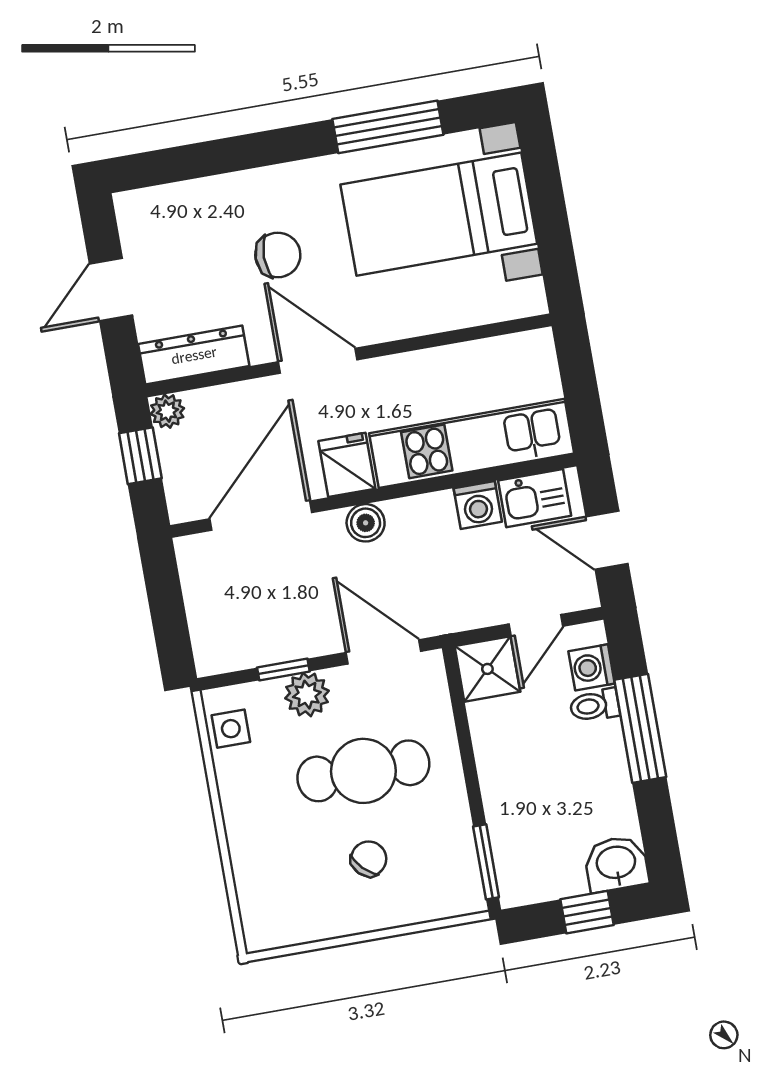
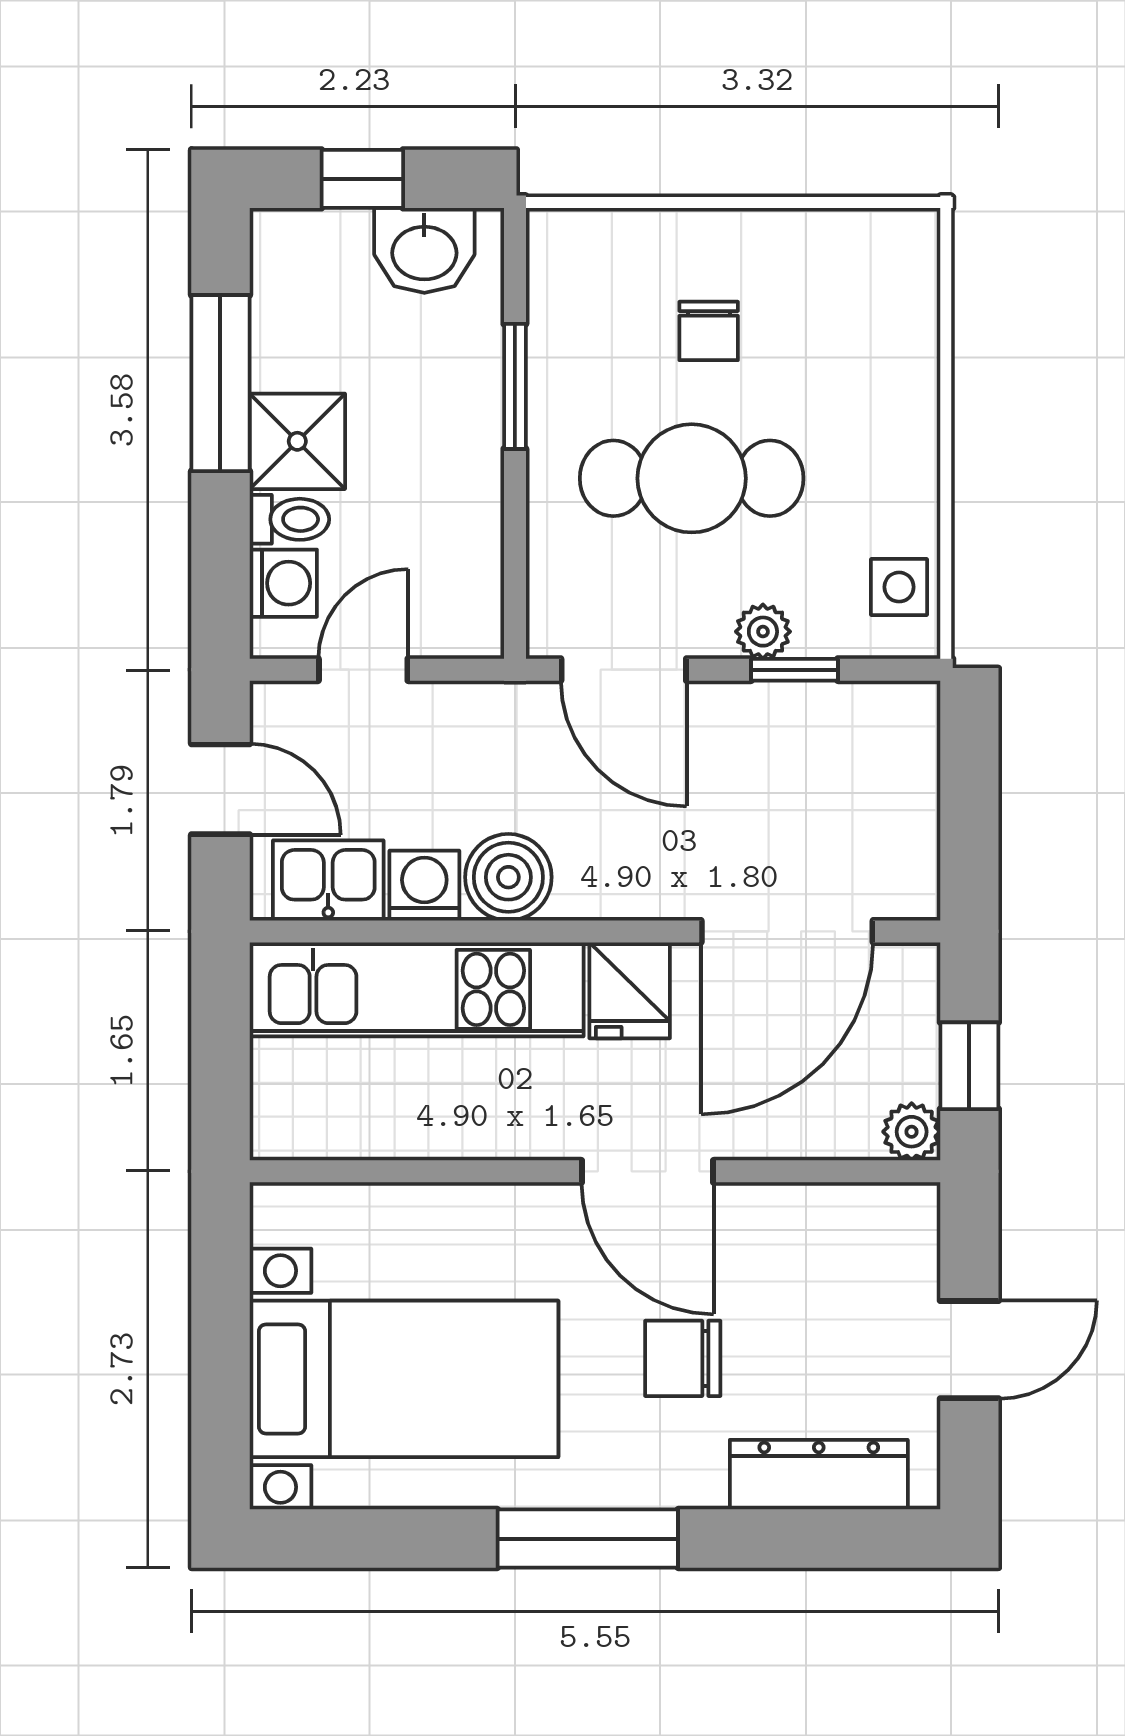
window: (388, 127) -> (588, 1539), moved
dresser: (194, 355) -> (819, 1475), moved, turned 180
boiler: (366, 523) -> (508, 877), moved, width x1.36, depth x1.36
shower: (487, 669) -> (297, 441), moved
plant: (307, 695) -> (763, 632), width x0.73, depth x0.73
window: (640, 728) -> (220, 383), moved
chair: (369, 859) -> (709, 331), turned -45
window: (486, 862) -> (515, 386), moved
washbasin: (616, 864) -> (424, 250), moved

